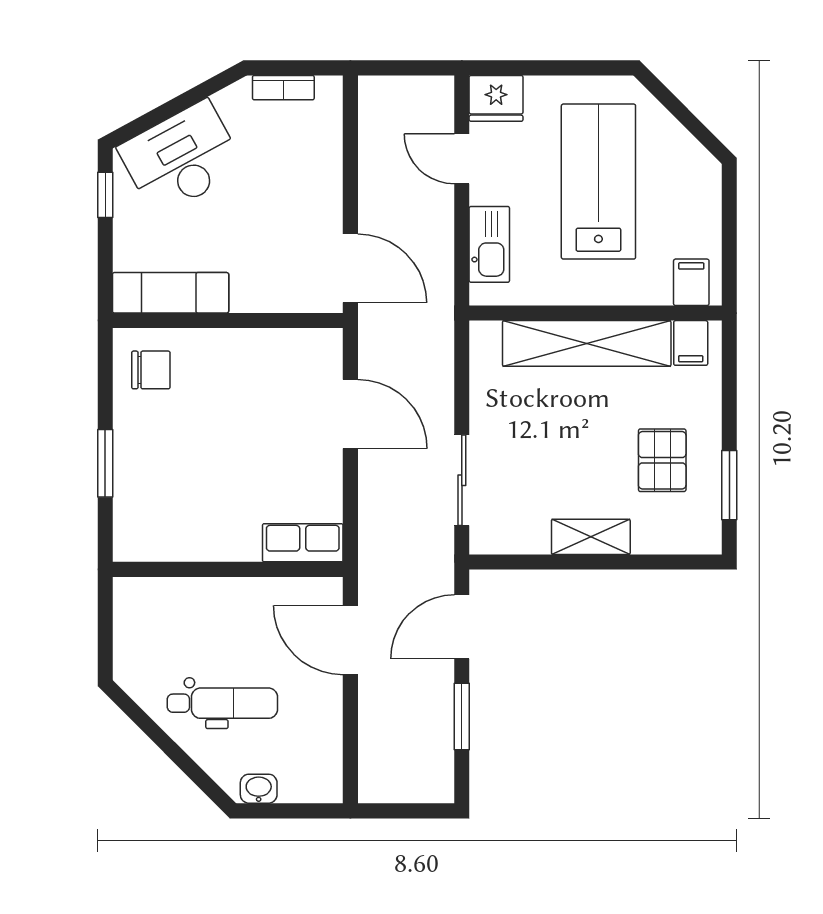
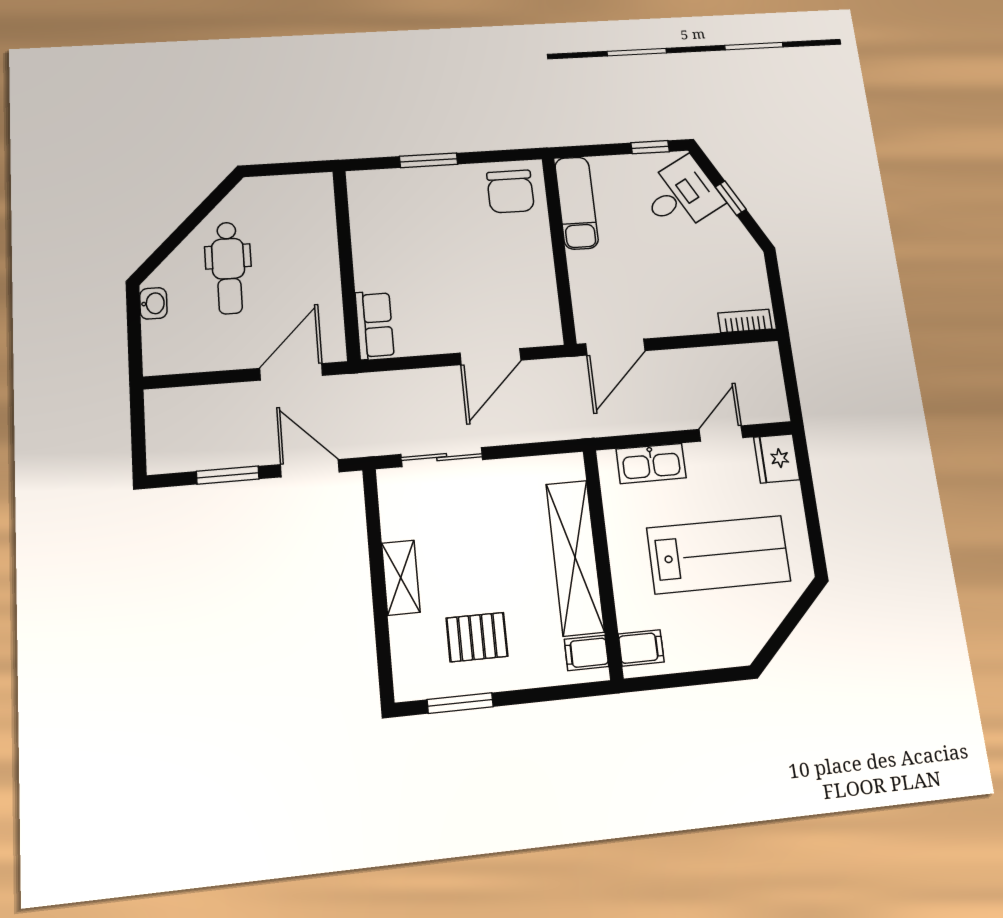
bookcase: (283, 88) -> (745, 321), moved, turned 90
window: (177, 105) -> (731, 198), added
desk: (181, 158) -> (681, 195), width x0.73
chair: (151, 370) -> (510, 191), width x1.37, depth x1.37

